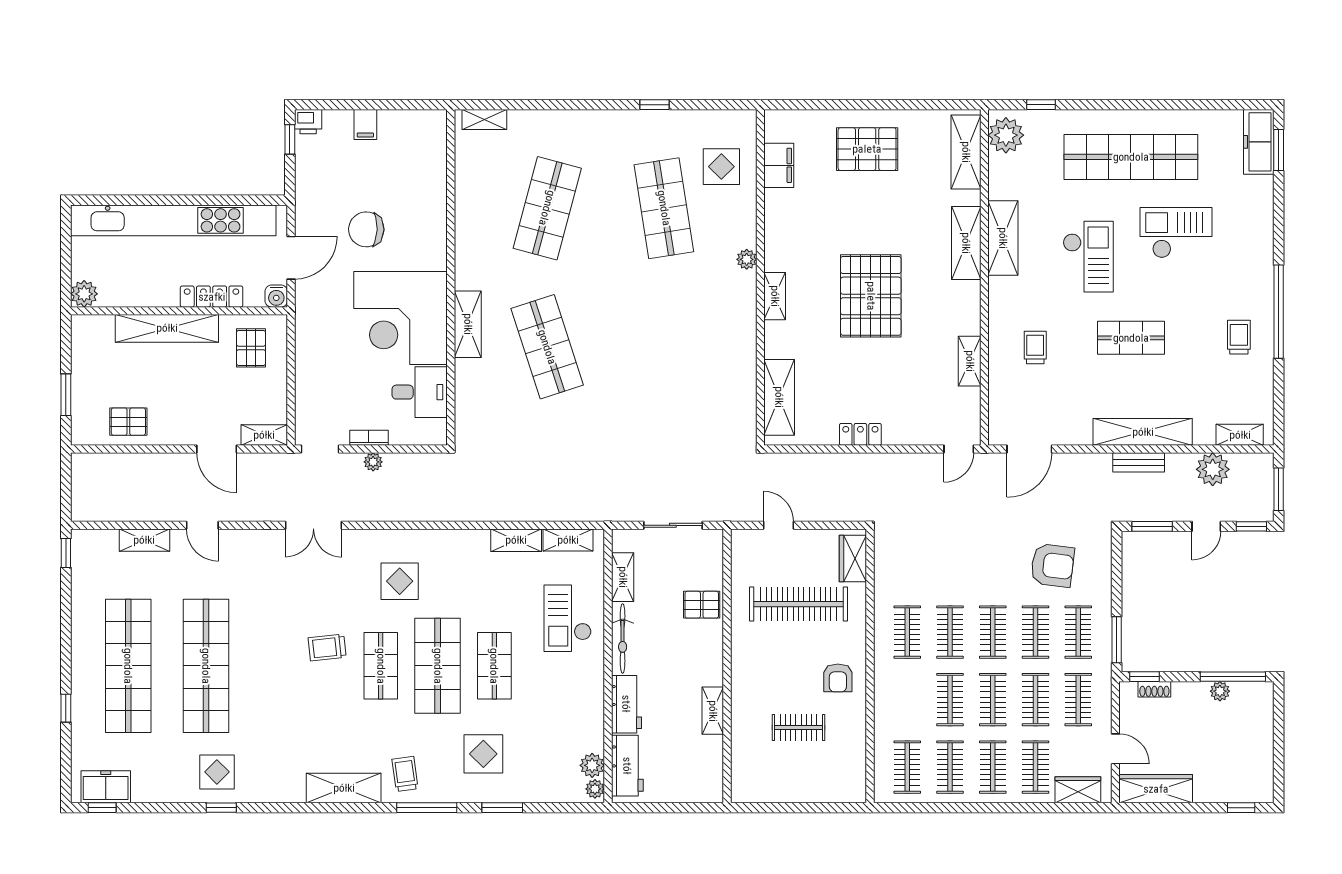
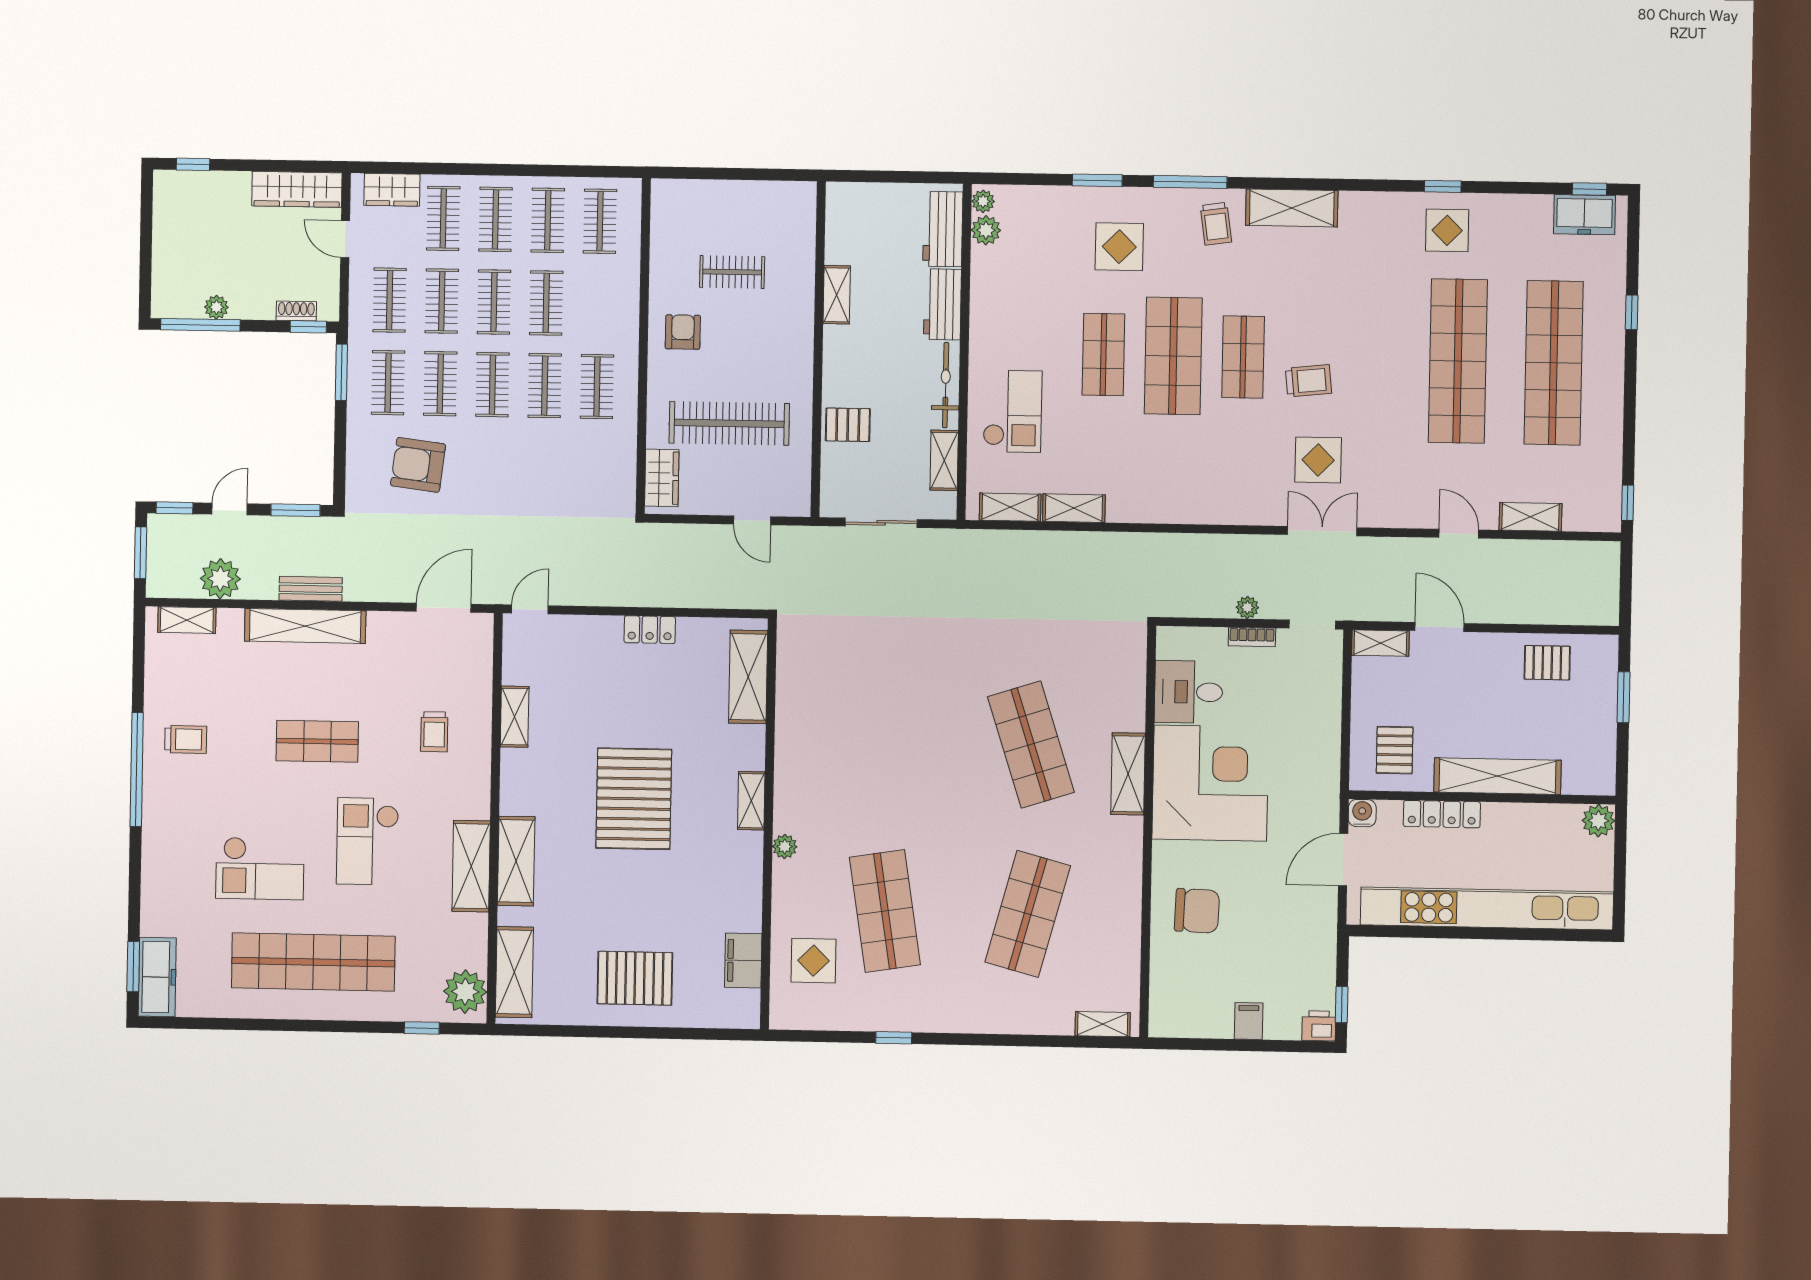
chair: (366, 229) -> (1197, 911), moved
trolley: (1239, 337) -> (186, 739), turned -90
display table: (400, 581) -> (1318, 460), moved

